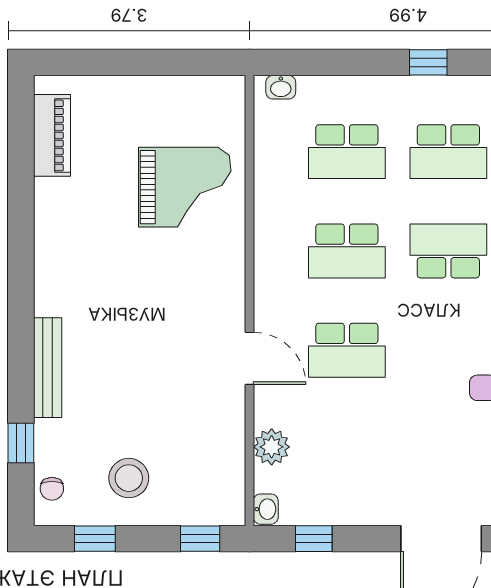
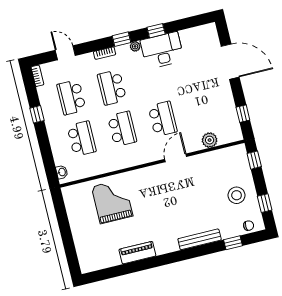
piano: (52, 135) -> (137, 253), moved
school desk: (448, 152) -> (71, 97), turned 180
washbasin: (266, 509) -> (236, 136), removed

